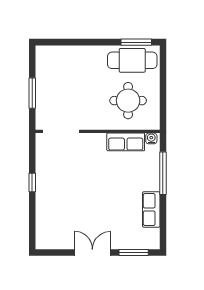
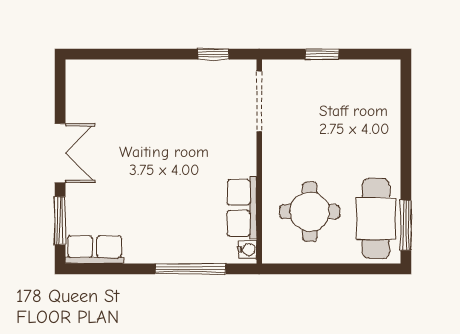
window: (32, 93) -> (322, 54), width x0.67
window: (32, 183) -> (213, 54), moved
row of seats: (151, 209) -> (95, 250), moved

